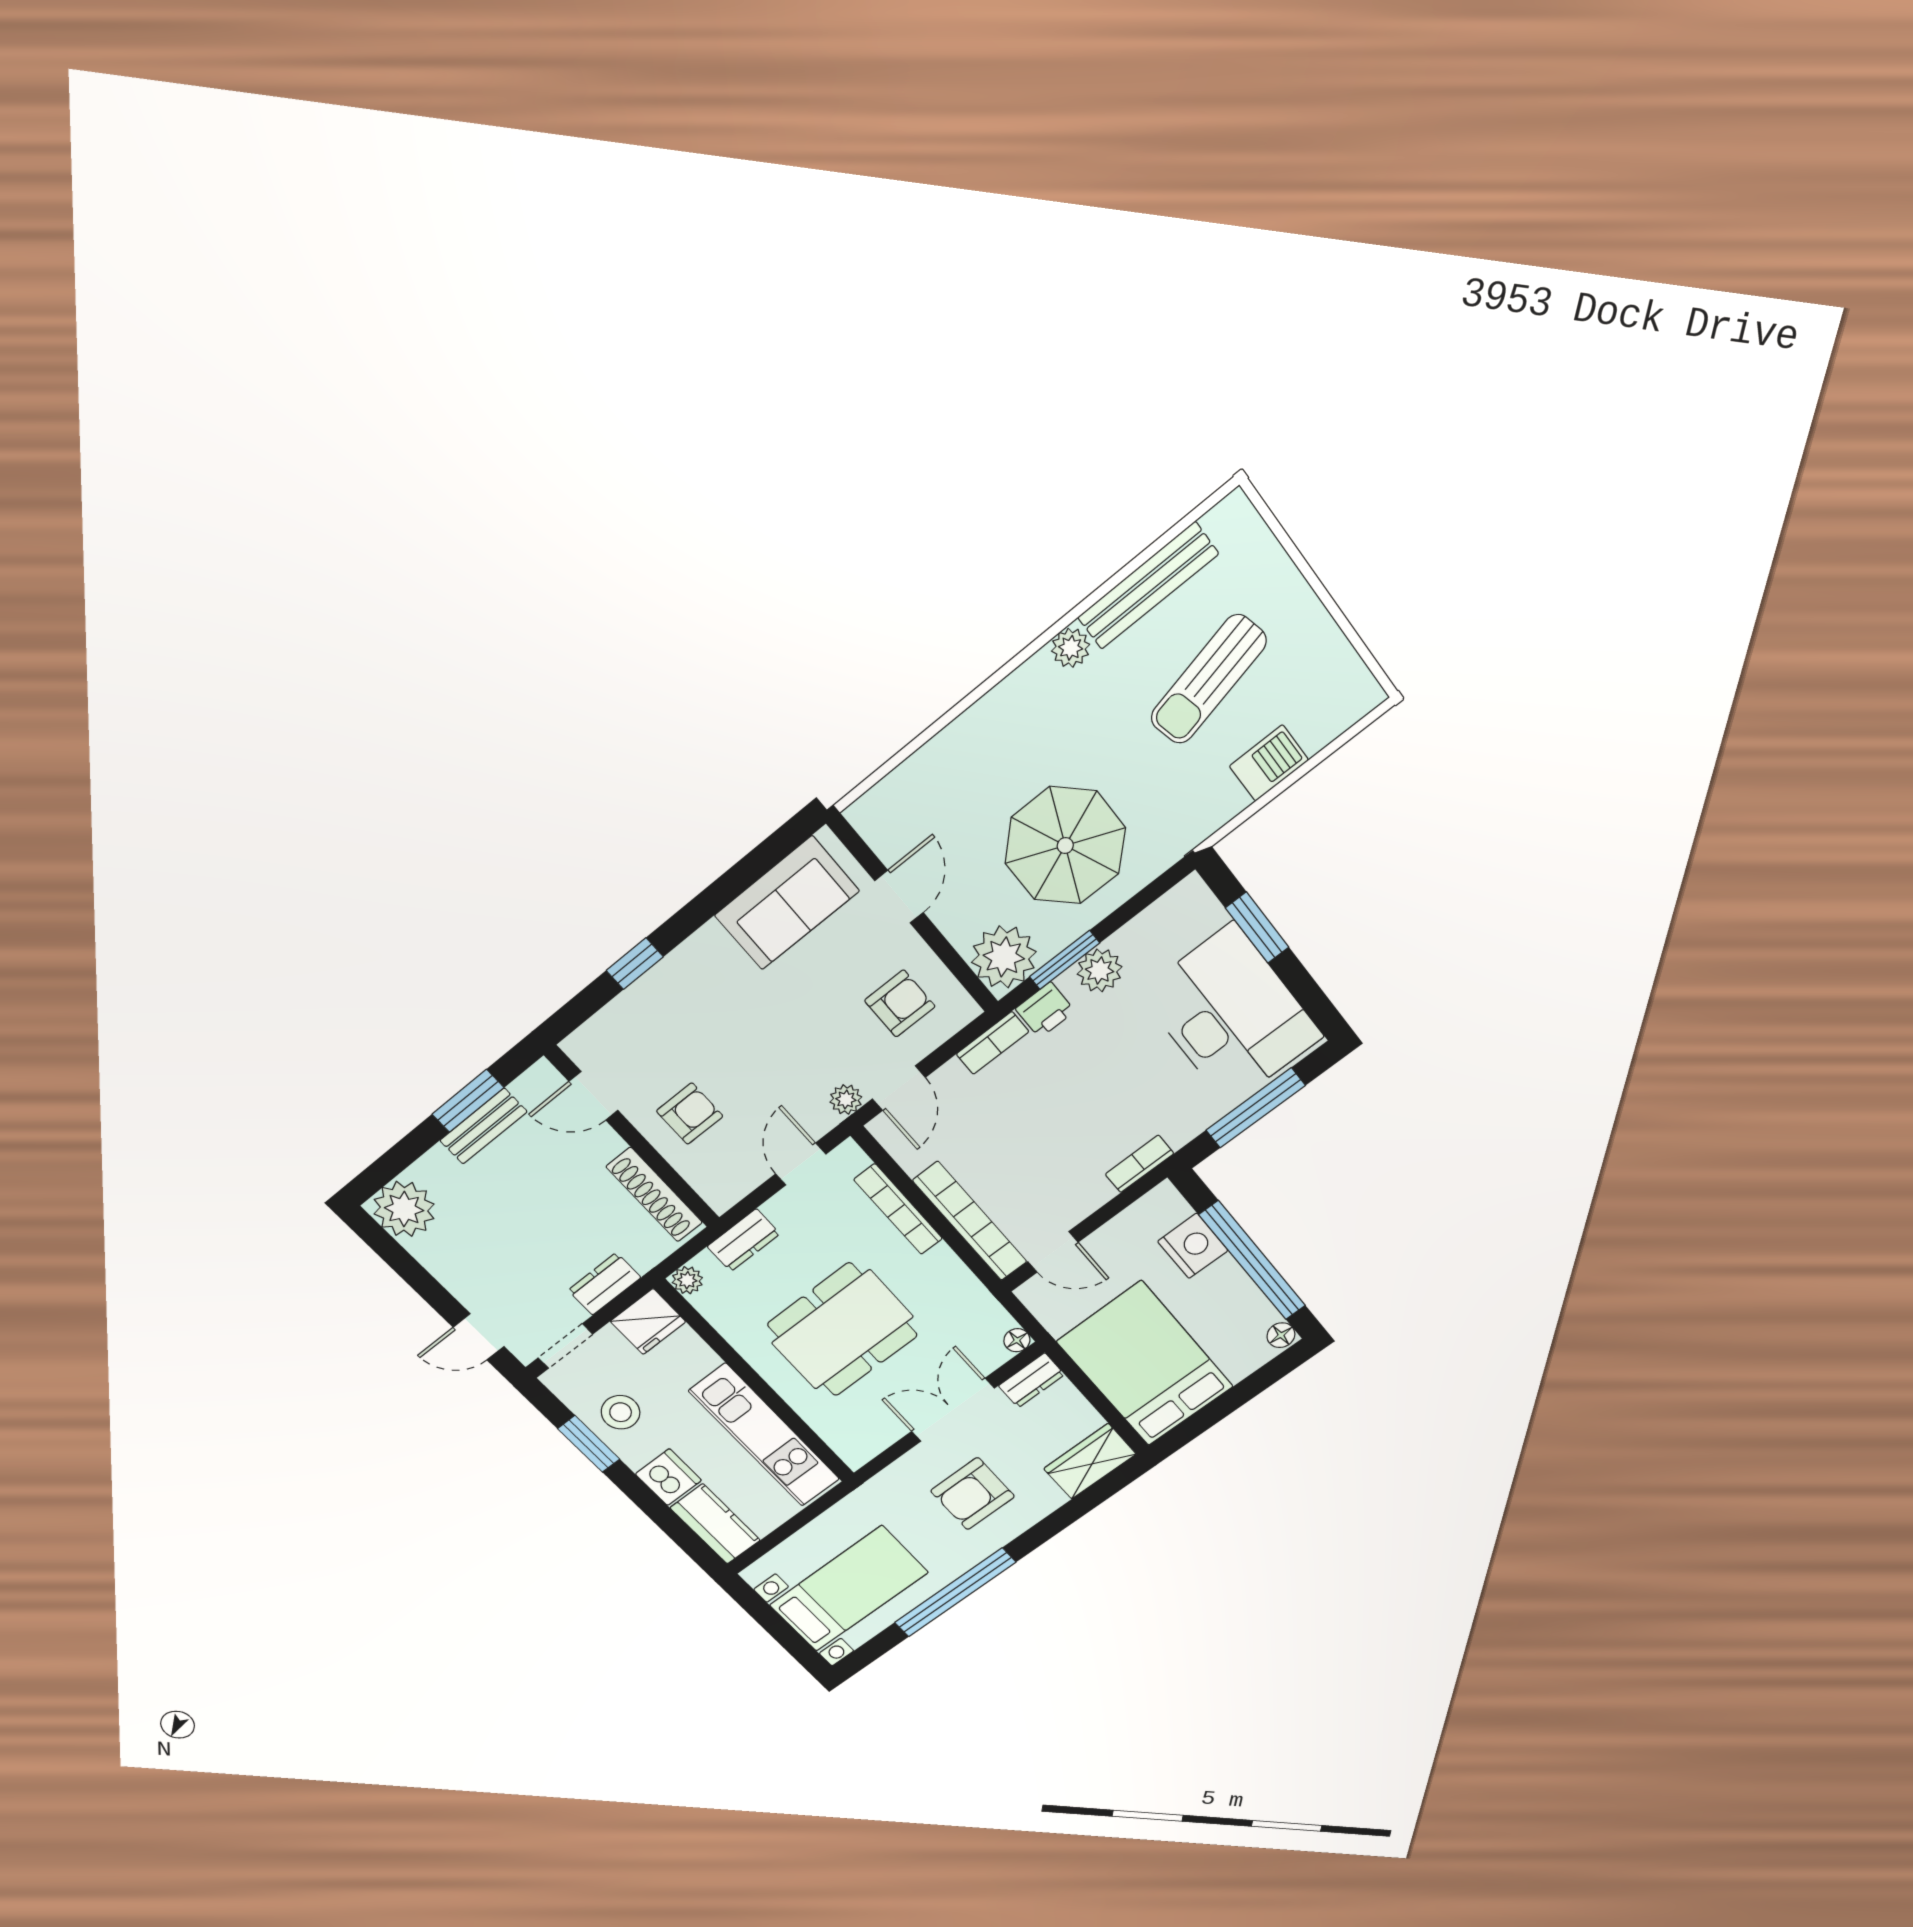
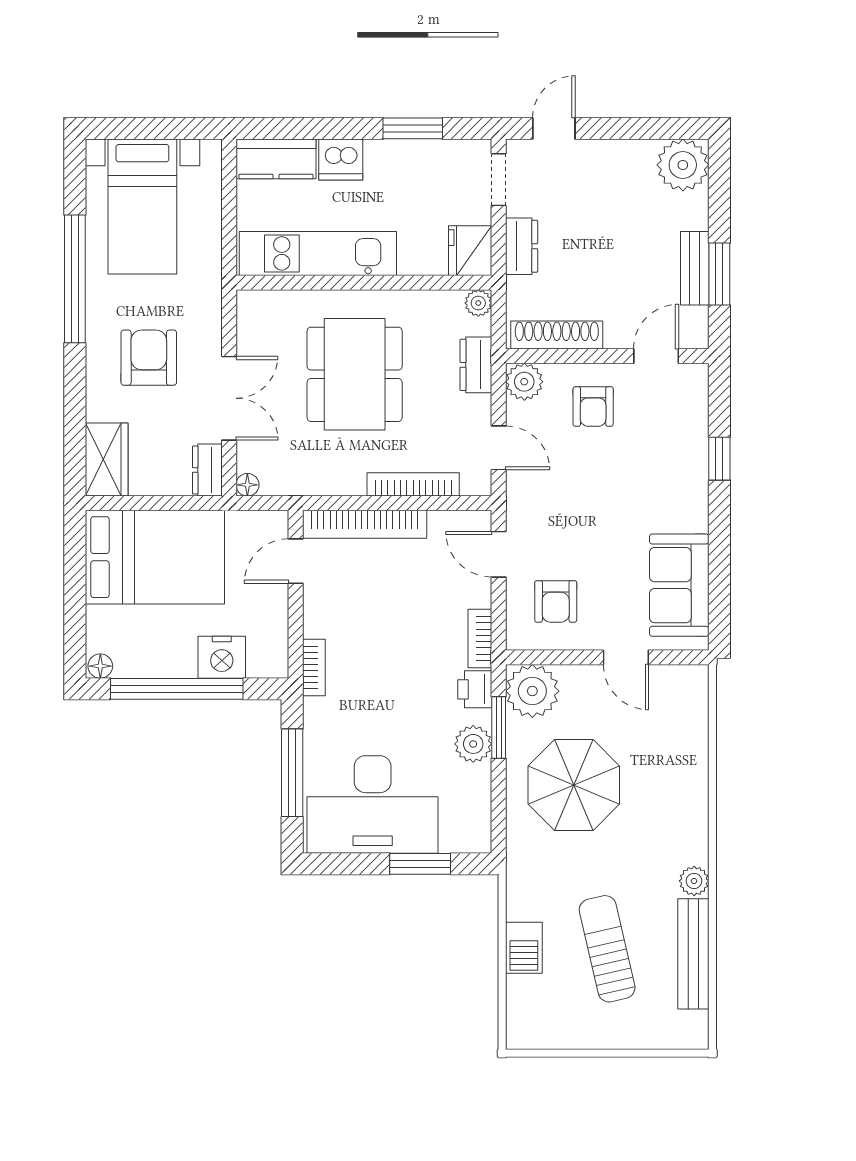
plant: (846, 1099) -> (524, 382), moved, width x1.38, depth x1.38
stool: (621, 1412) -> (418, 172), removed

